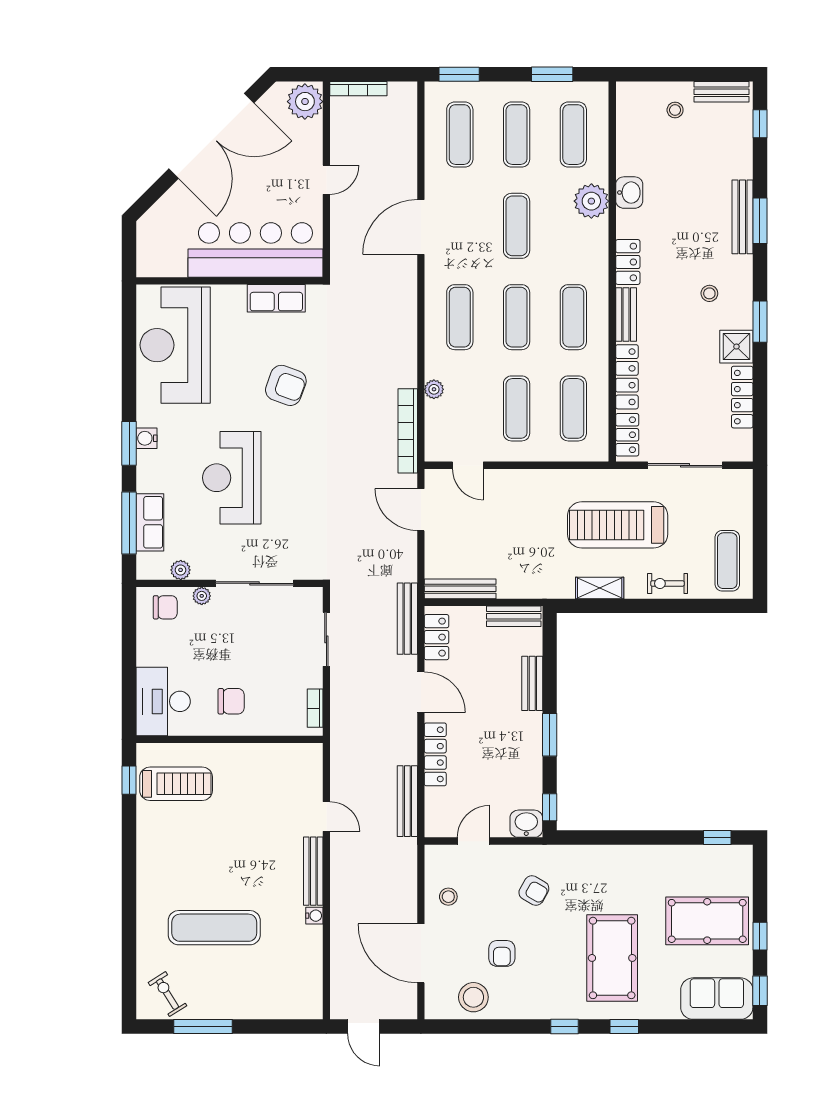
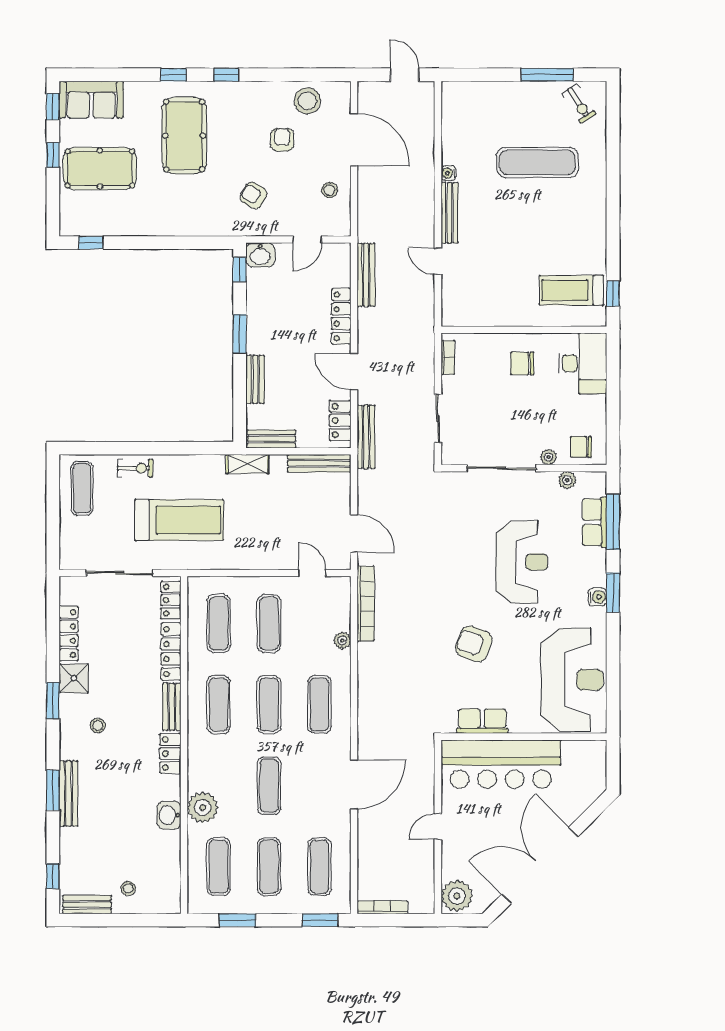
bookcase: (358, 89) -> (382, 907), moved
shelving: (600, 588) -> (248, 464), moved

